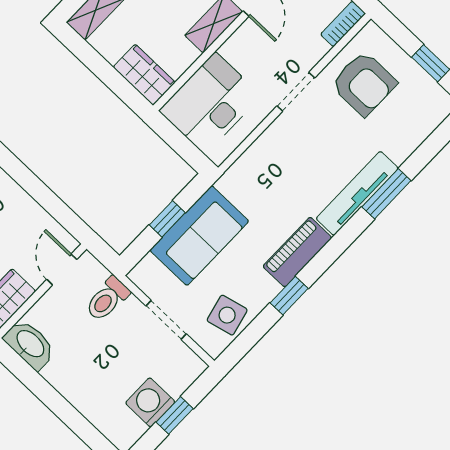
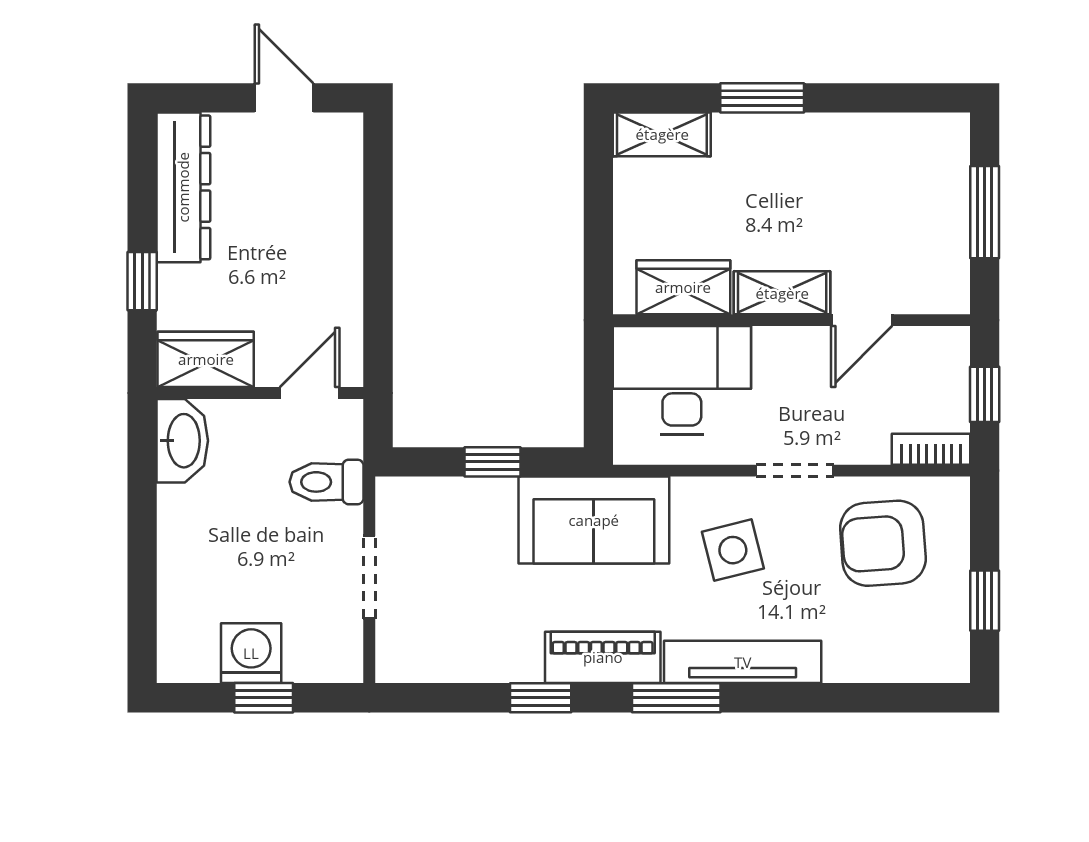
wardrobe: (144, 75) -> (683, 287), moved, turned -90
armchair: (364, 84) -> (883, 543), turned 86
window: (386, 194) -> (676, 698), moved
sofa: (199, 236) -> (594, 520), moved
side table: (227, 315) -> (733, 550), moved

